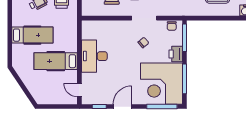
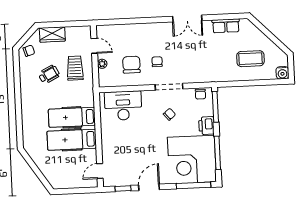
hospital bed: (32, 35) -> (72, 117), moved, turned 180
desk: (94, 56) -> (123, 106), moved, turned 90
door: (79, 90) -> (100, 171), hinge flipped

